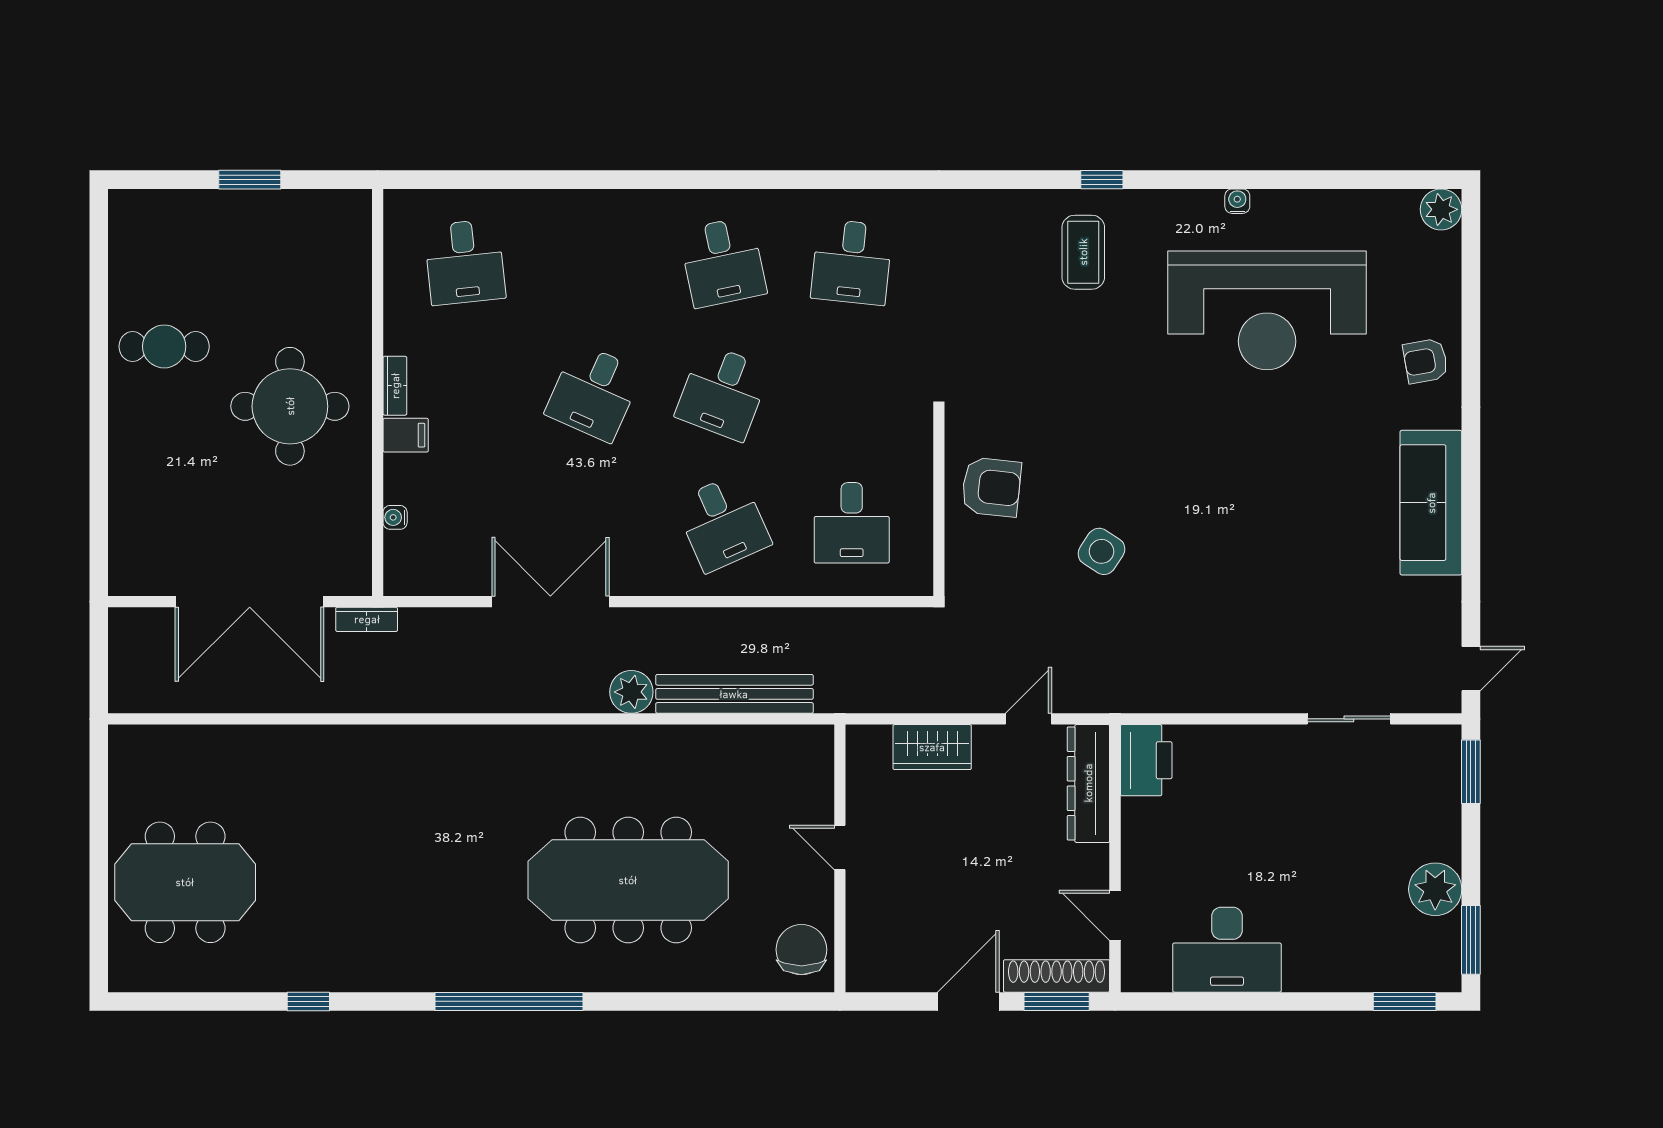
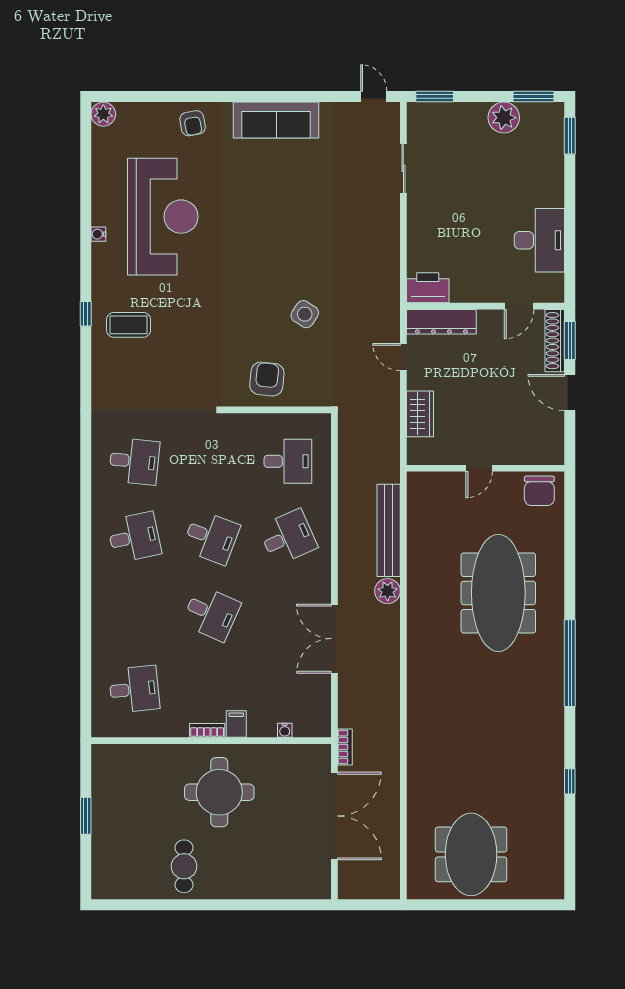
meeting table: (185, 882) -> (471, 854), moved
chair: (801, 950) -> (539, 491), turned -90

